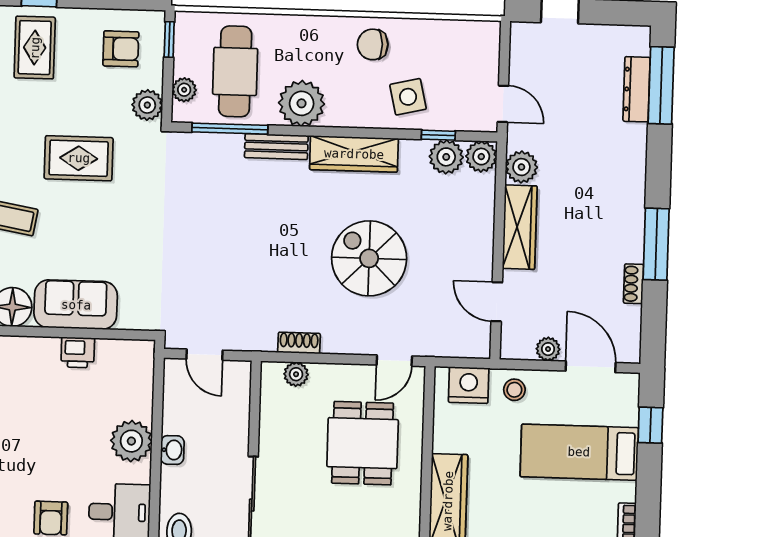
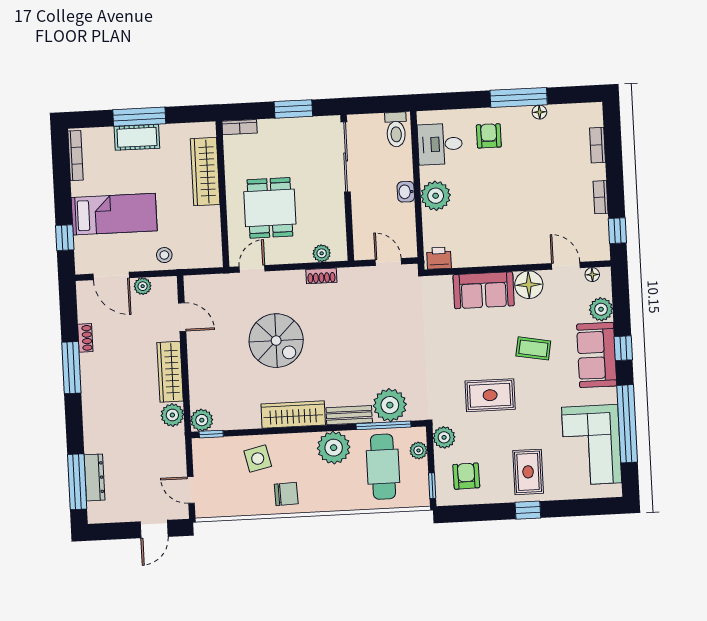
armchair: (121, 49) -> (466, 476), turned 89
door: (503, 104) -> (191, 490), moved
window: (438, 135) -> (211, 434), moved
plant: (446, 157) -> (390, 405), moved, width x1.36, depth x1.36
printer: (78, 352) -> (439, 258), moved
nightstand: (469, 385) -> (197, 256), removed

